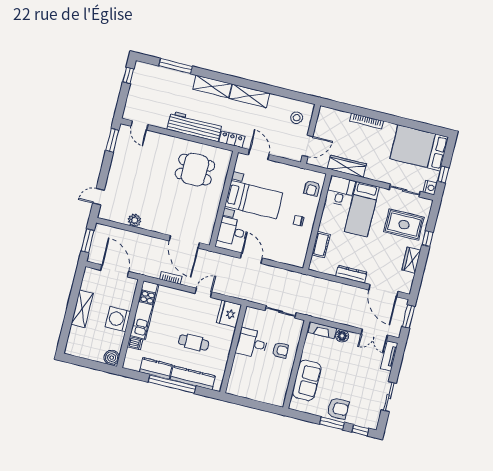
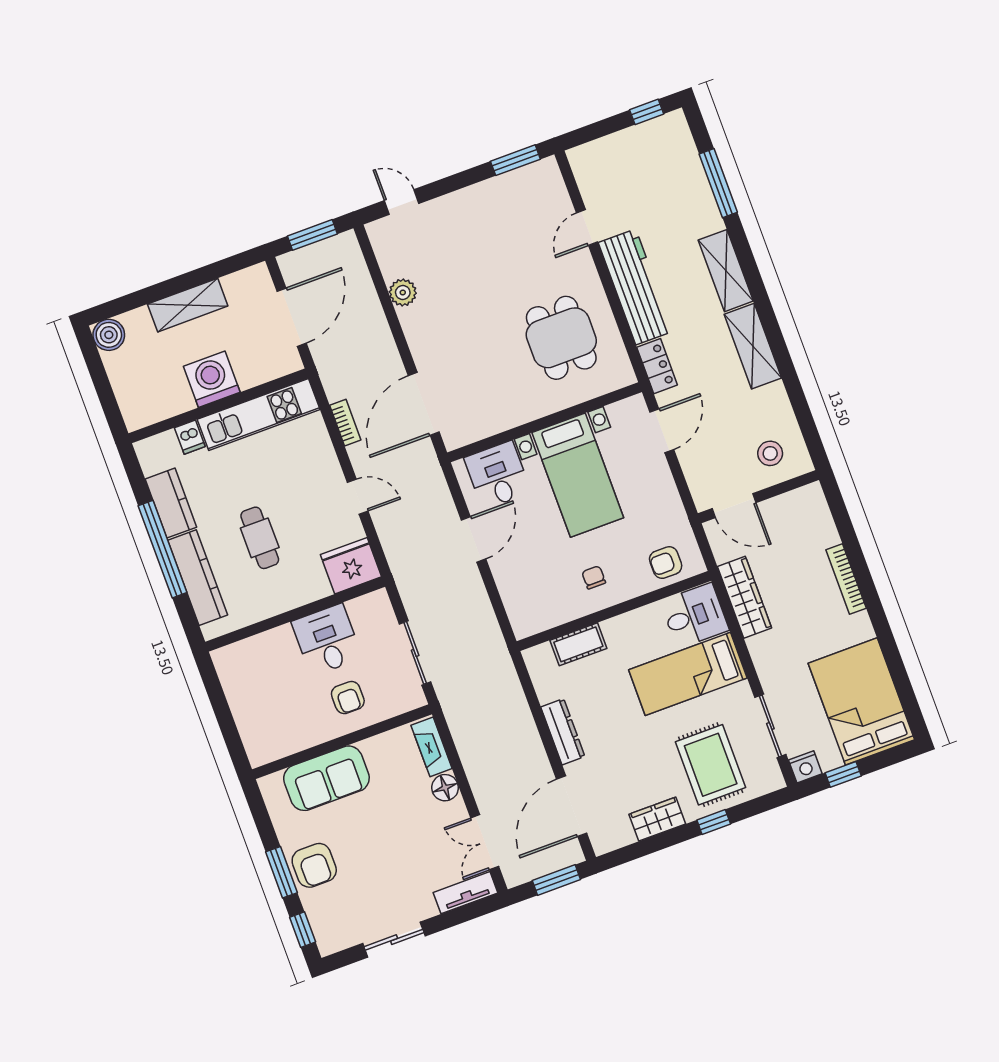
door: (139, 125) -> (587, 228), moved
boiler: (112, 358) -> (109, 335), moved

